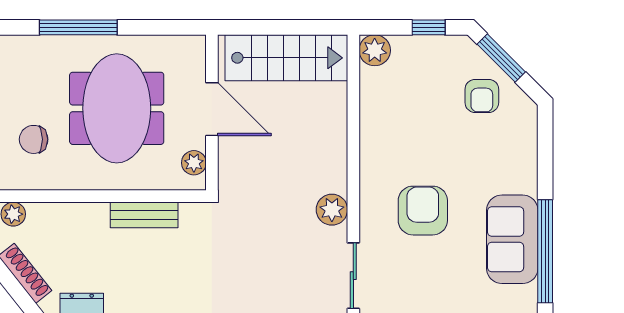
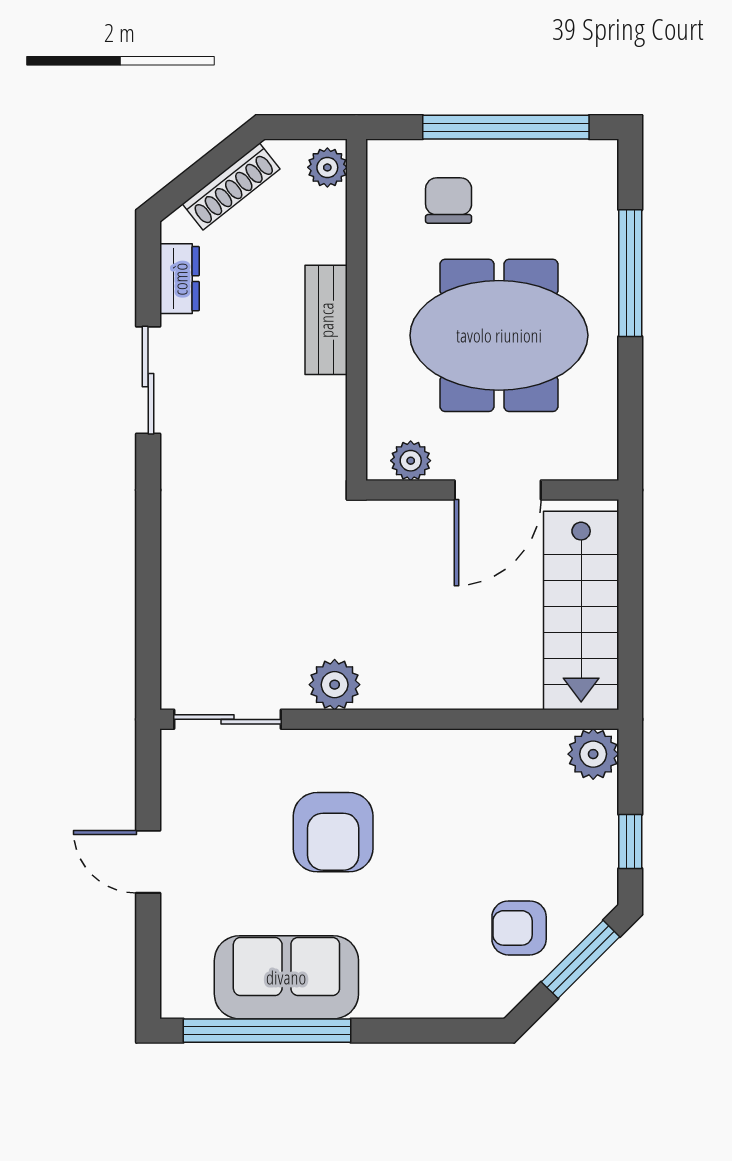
armchair: (423, 211) -> (333, 832), turned 90
bench: (144, 215) -> (326, 320), moved

